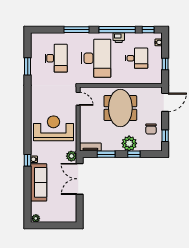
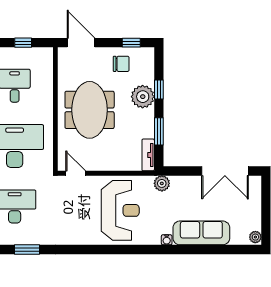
door: (78, 99) -> (76, 173), hinge flipped
meeting table: (120, 108) -> (90, 110), turned 90
reception desk: (53, 128) -> (120, 210), turned 180
window: (28, 160) -> (168, 249), removed
double door: (80, 179) -> (225, 171), moved

